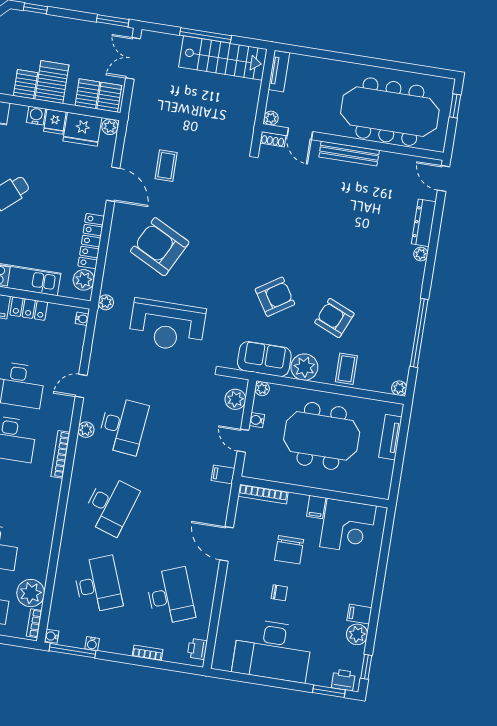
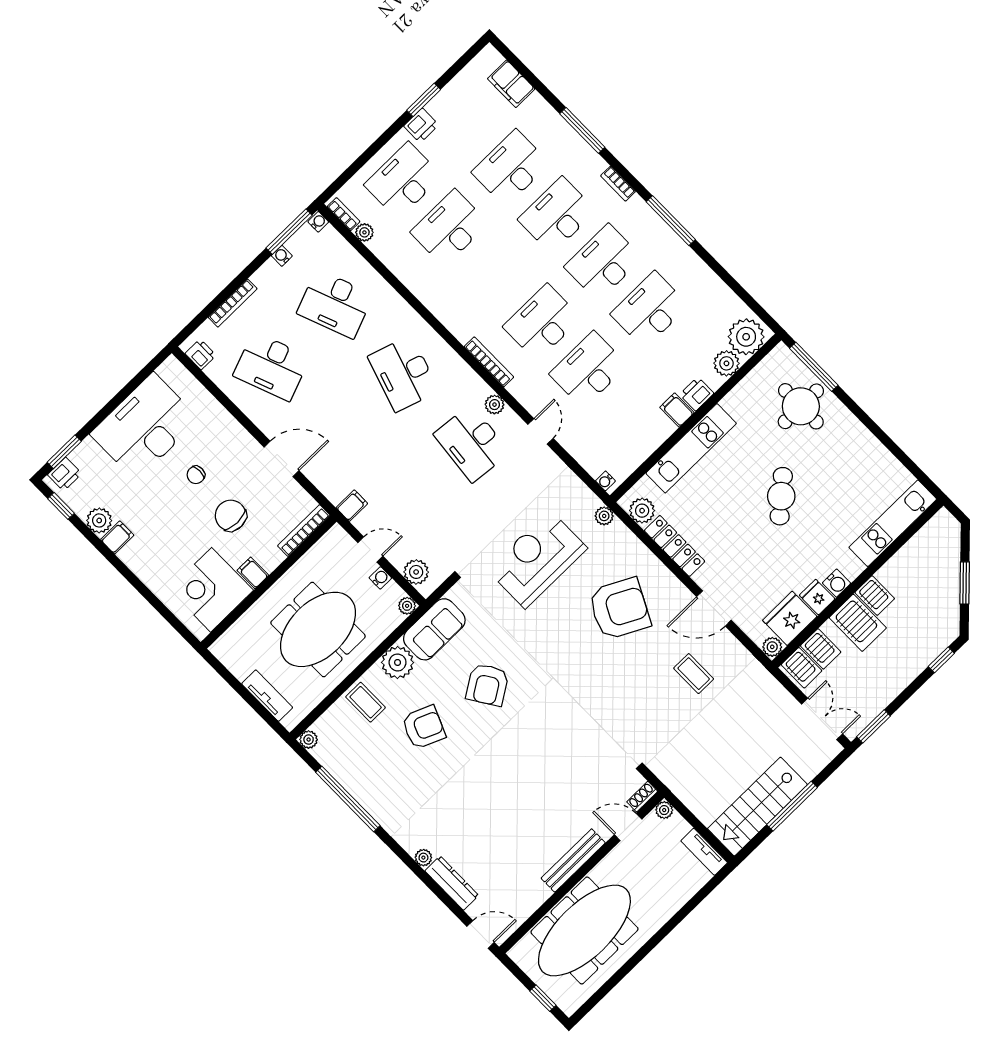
locker: (29, 309) -> (654, 436), removed
plant: (31, 593) -> (364, 232), width x0.53, depth x0.53
bookcase: (148, 653) -> (233, 303), width x1.56

